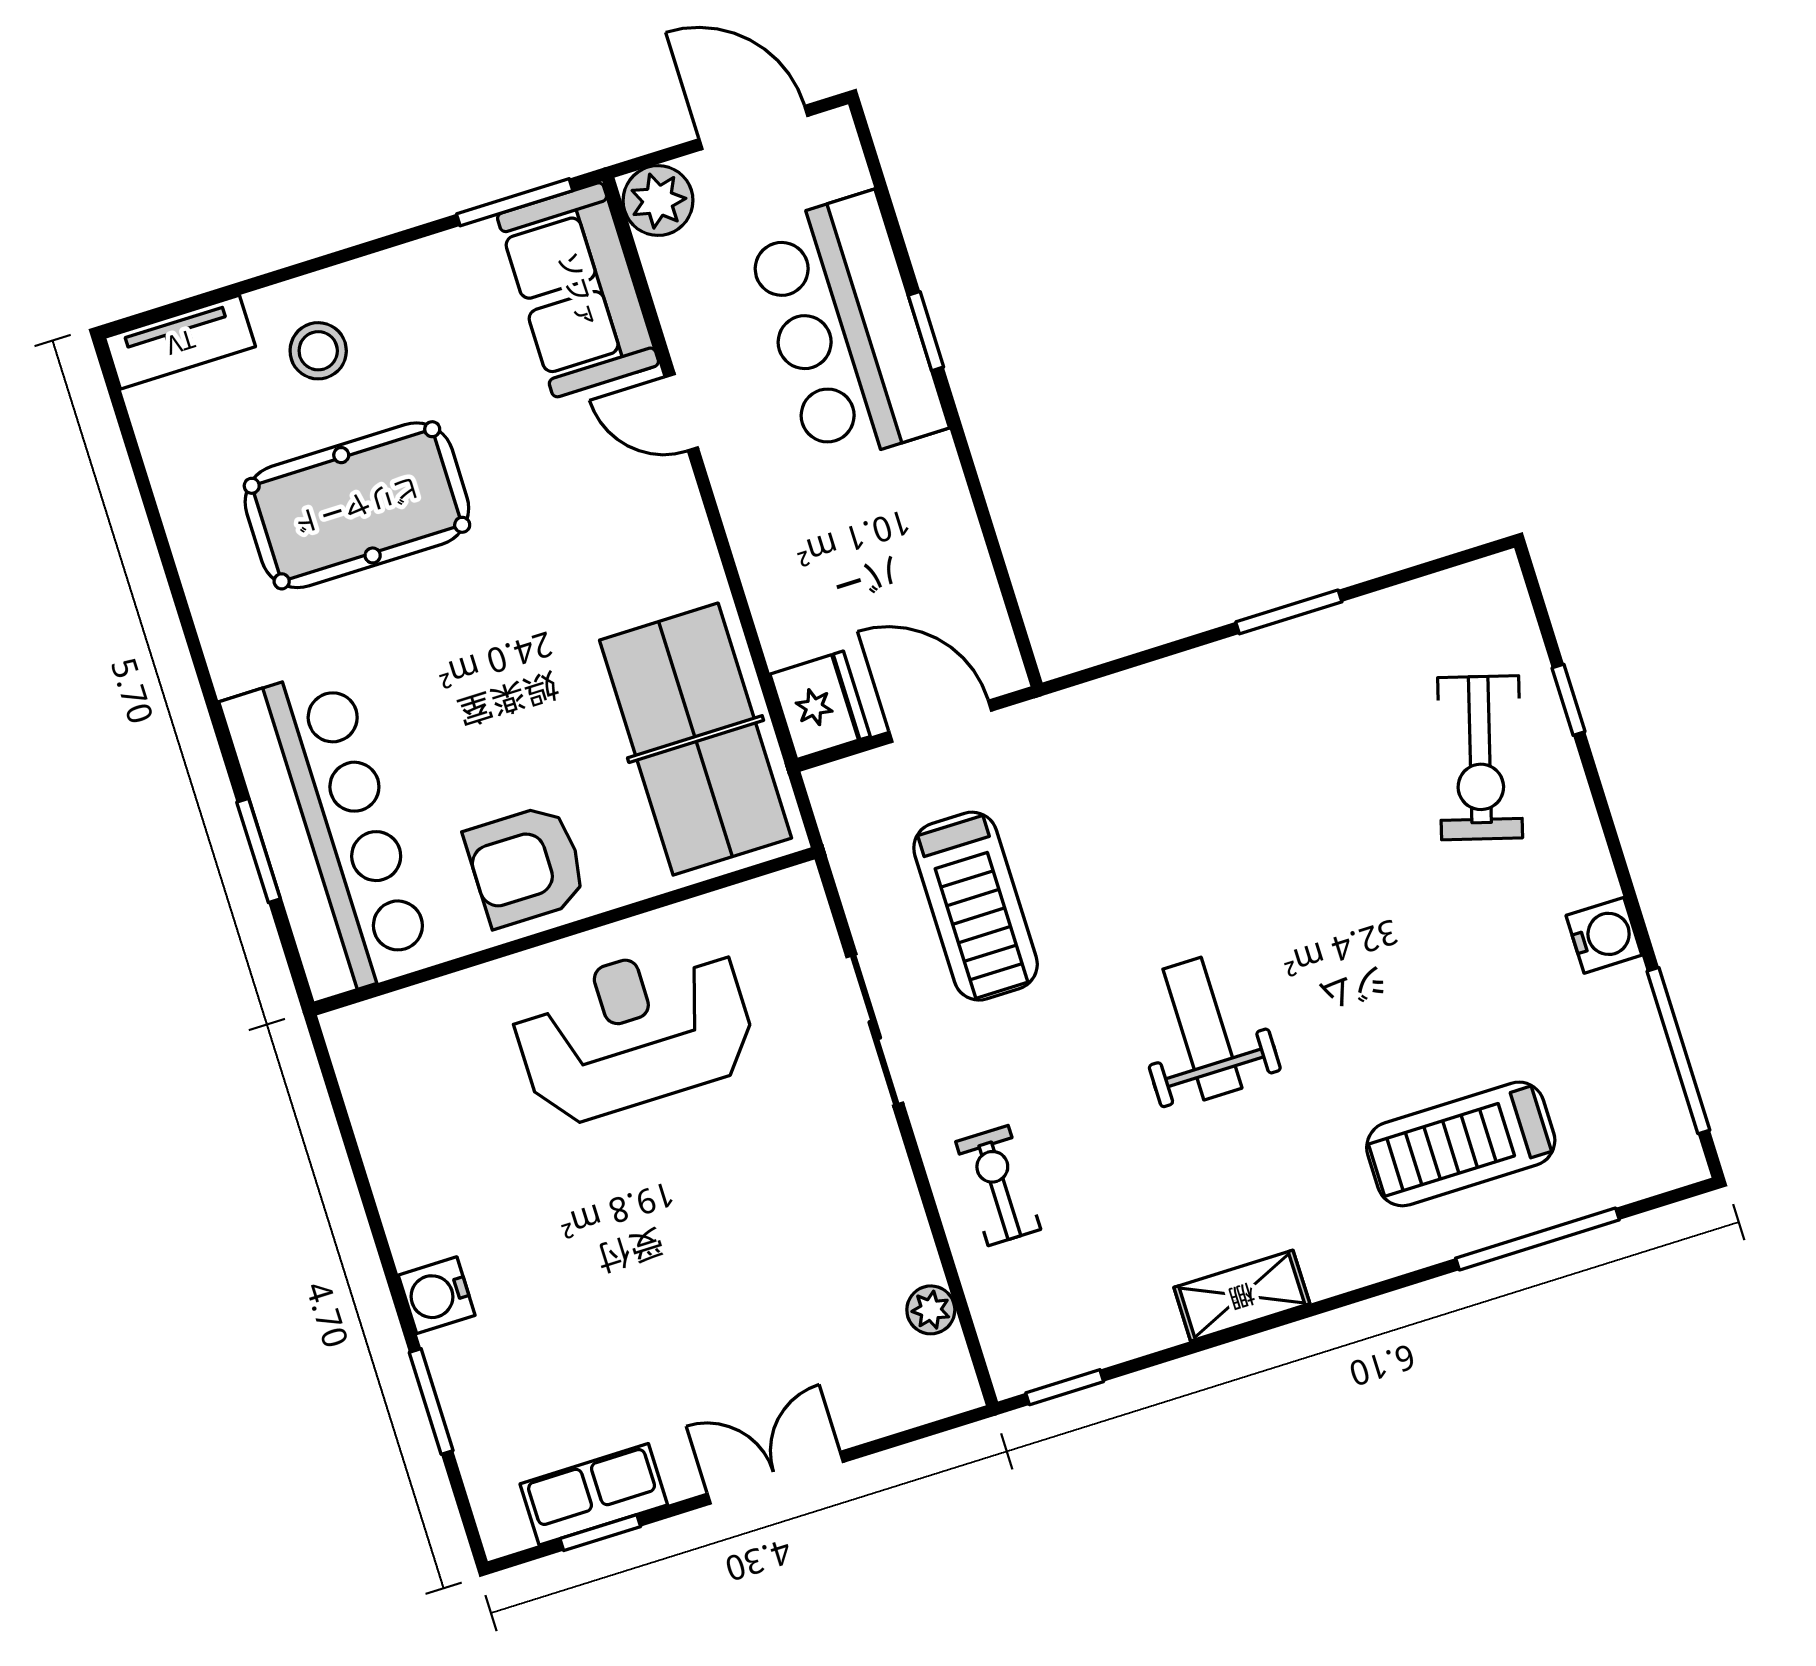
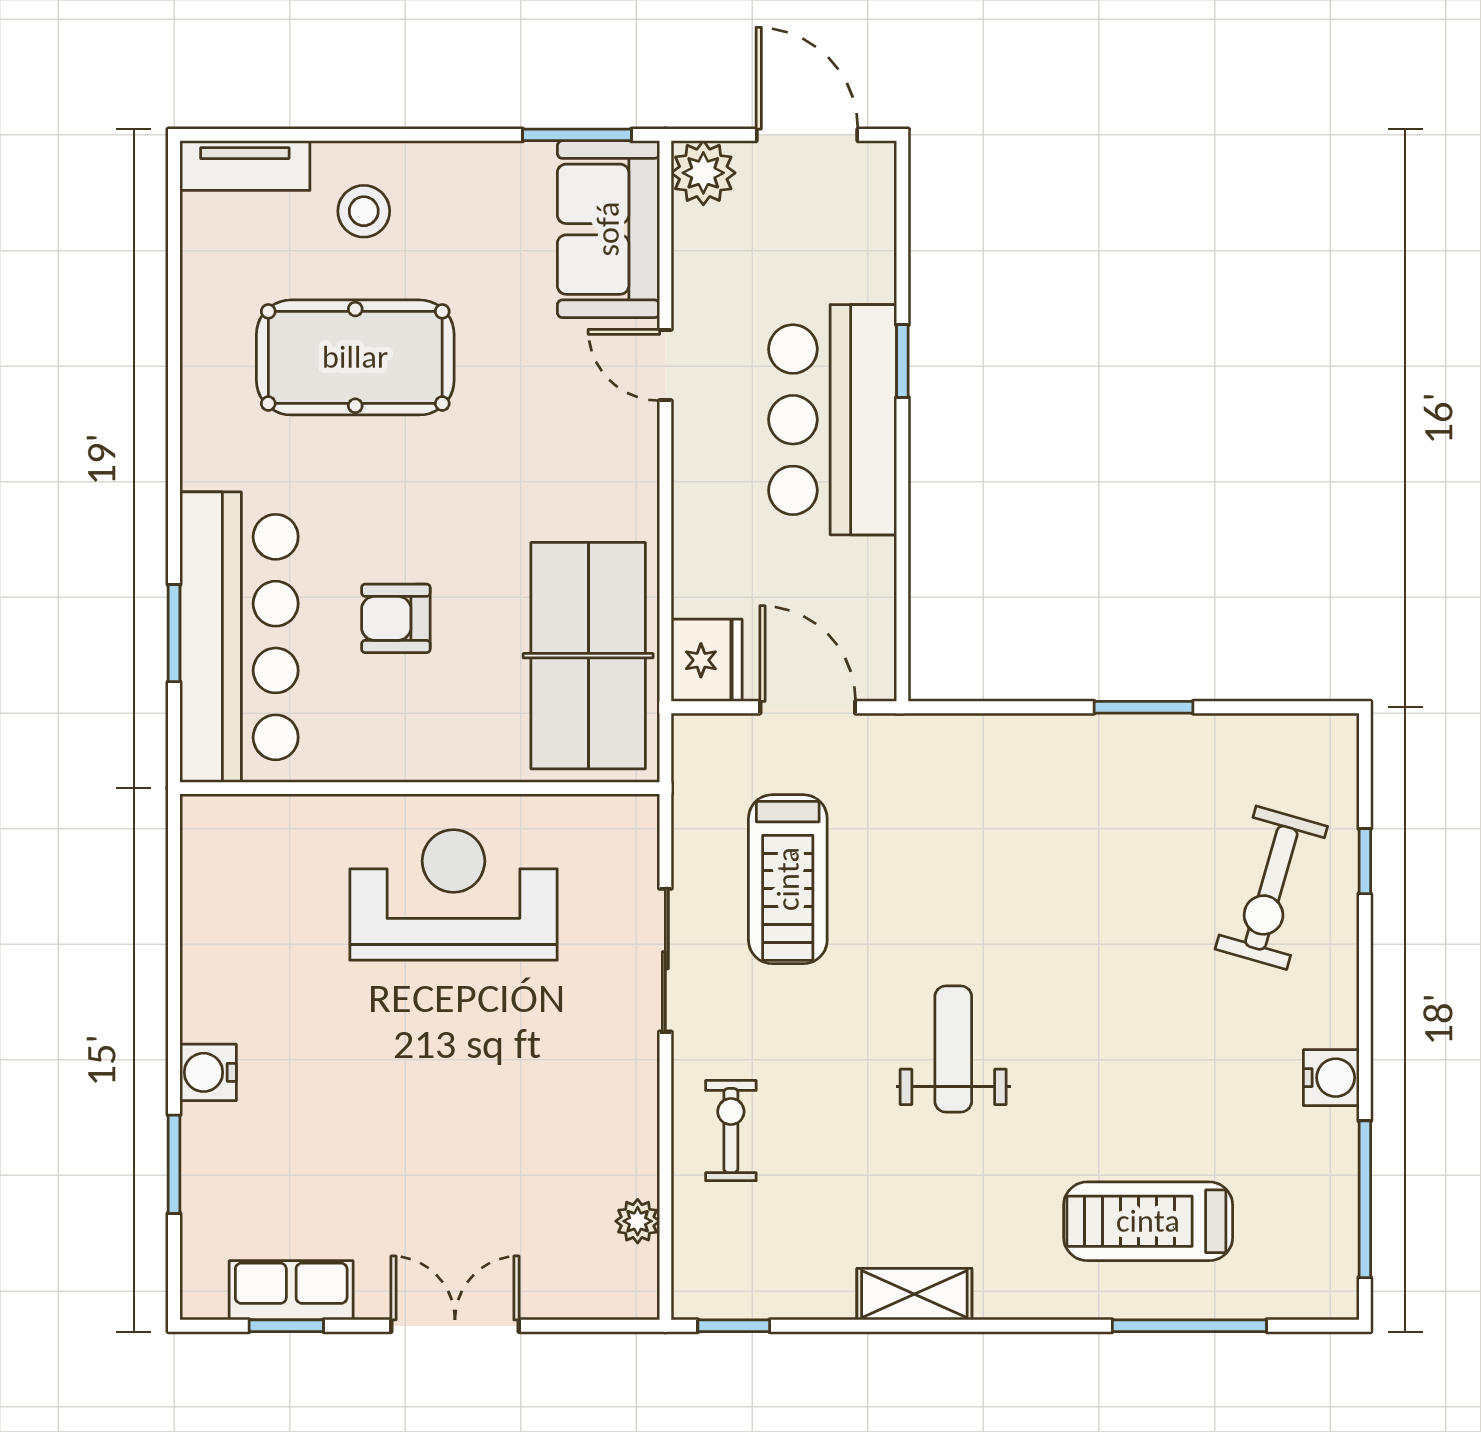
bar counter: (846, 329) -> (833, 420), moved
armchair: (526, 866) -> (396, 618), moved, width x0.72, depth x0.72

